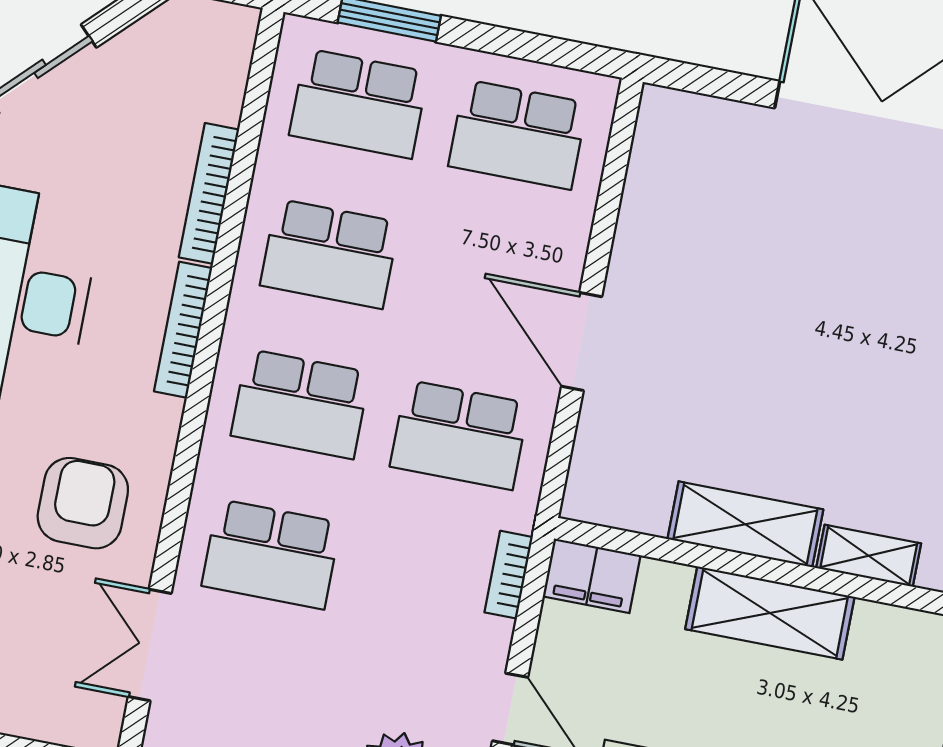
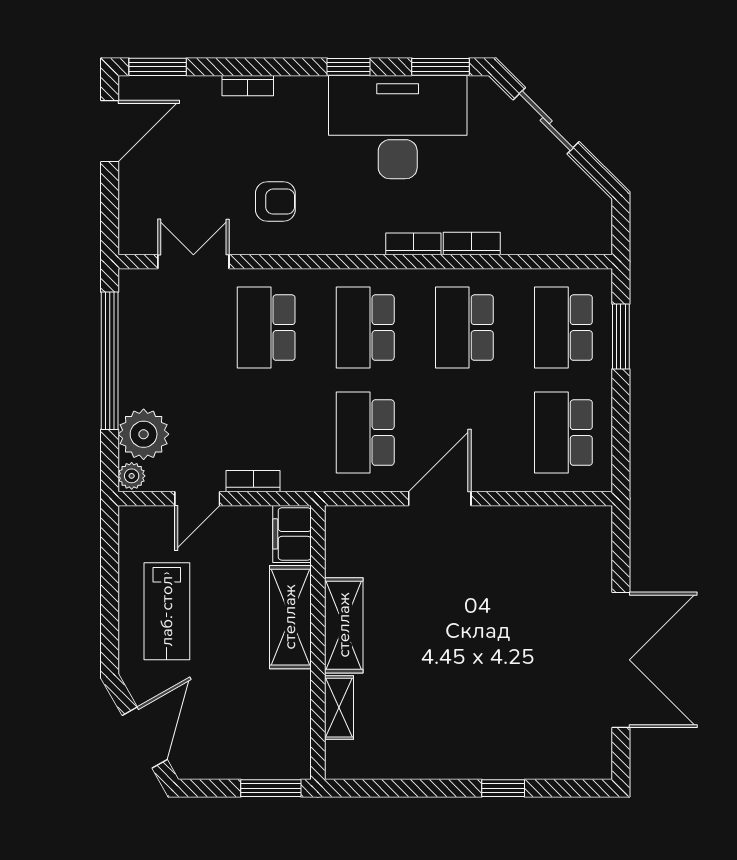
bookcase: (209, 193) -> (472, 243), width x0.64
bookcase: (183, 330) -> (413, 244), width x0.64
armchair: (83, 503) -> (275, 202), width x0.72, depth x0.72
bookcase: (509, 575) -> (253, 481), moved
shelving: (770, 613) -> (290, 617), moved

